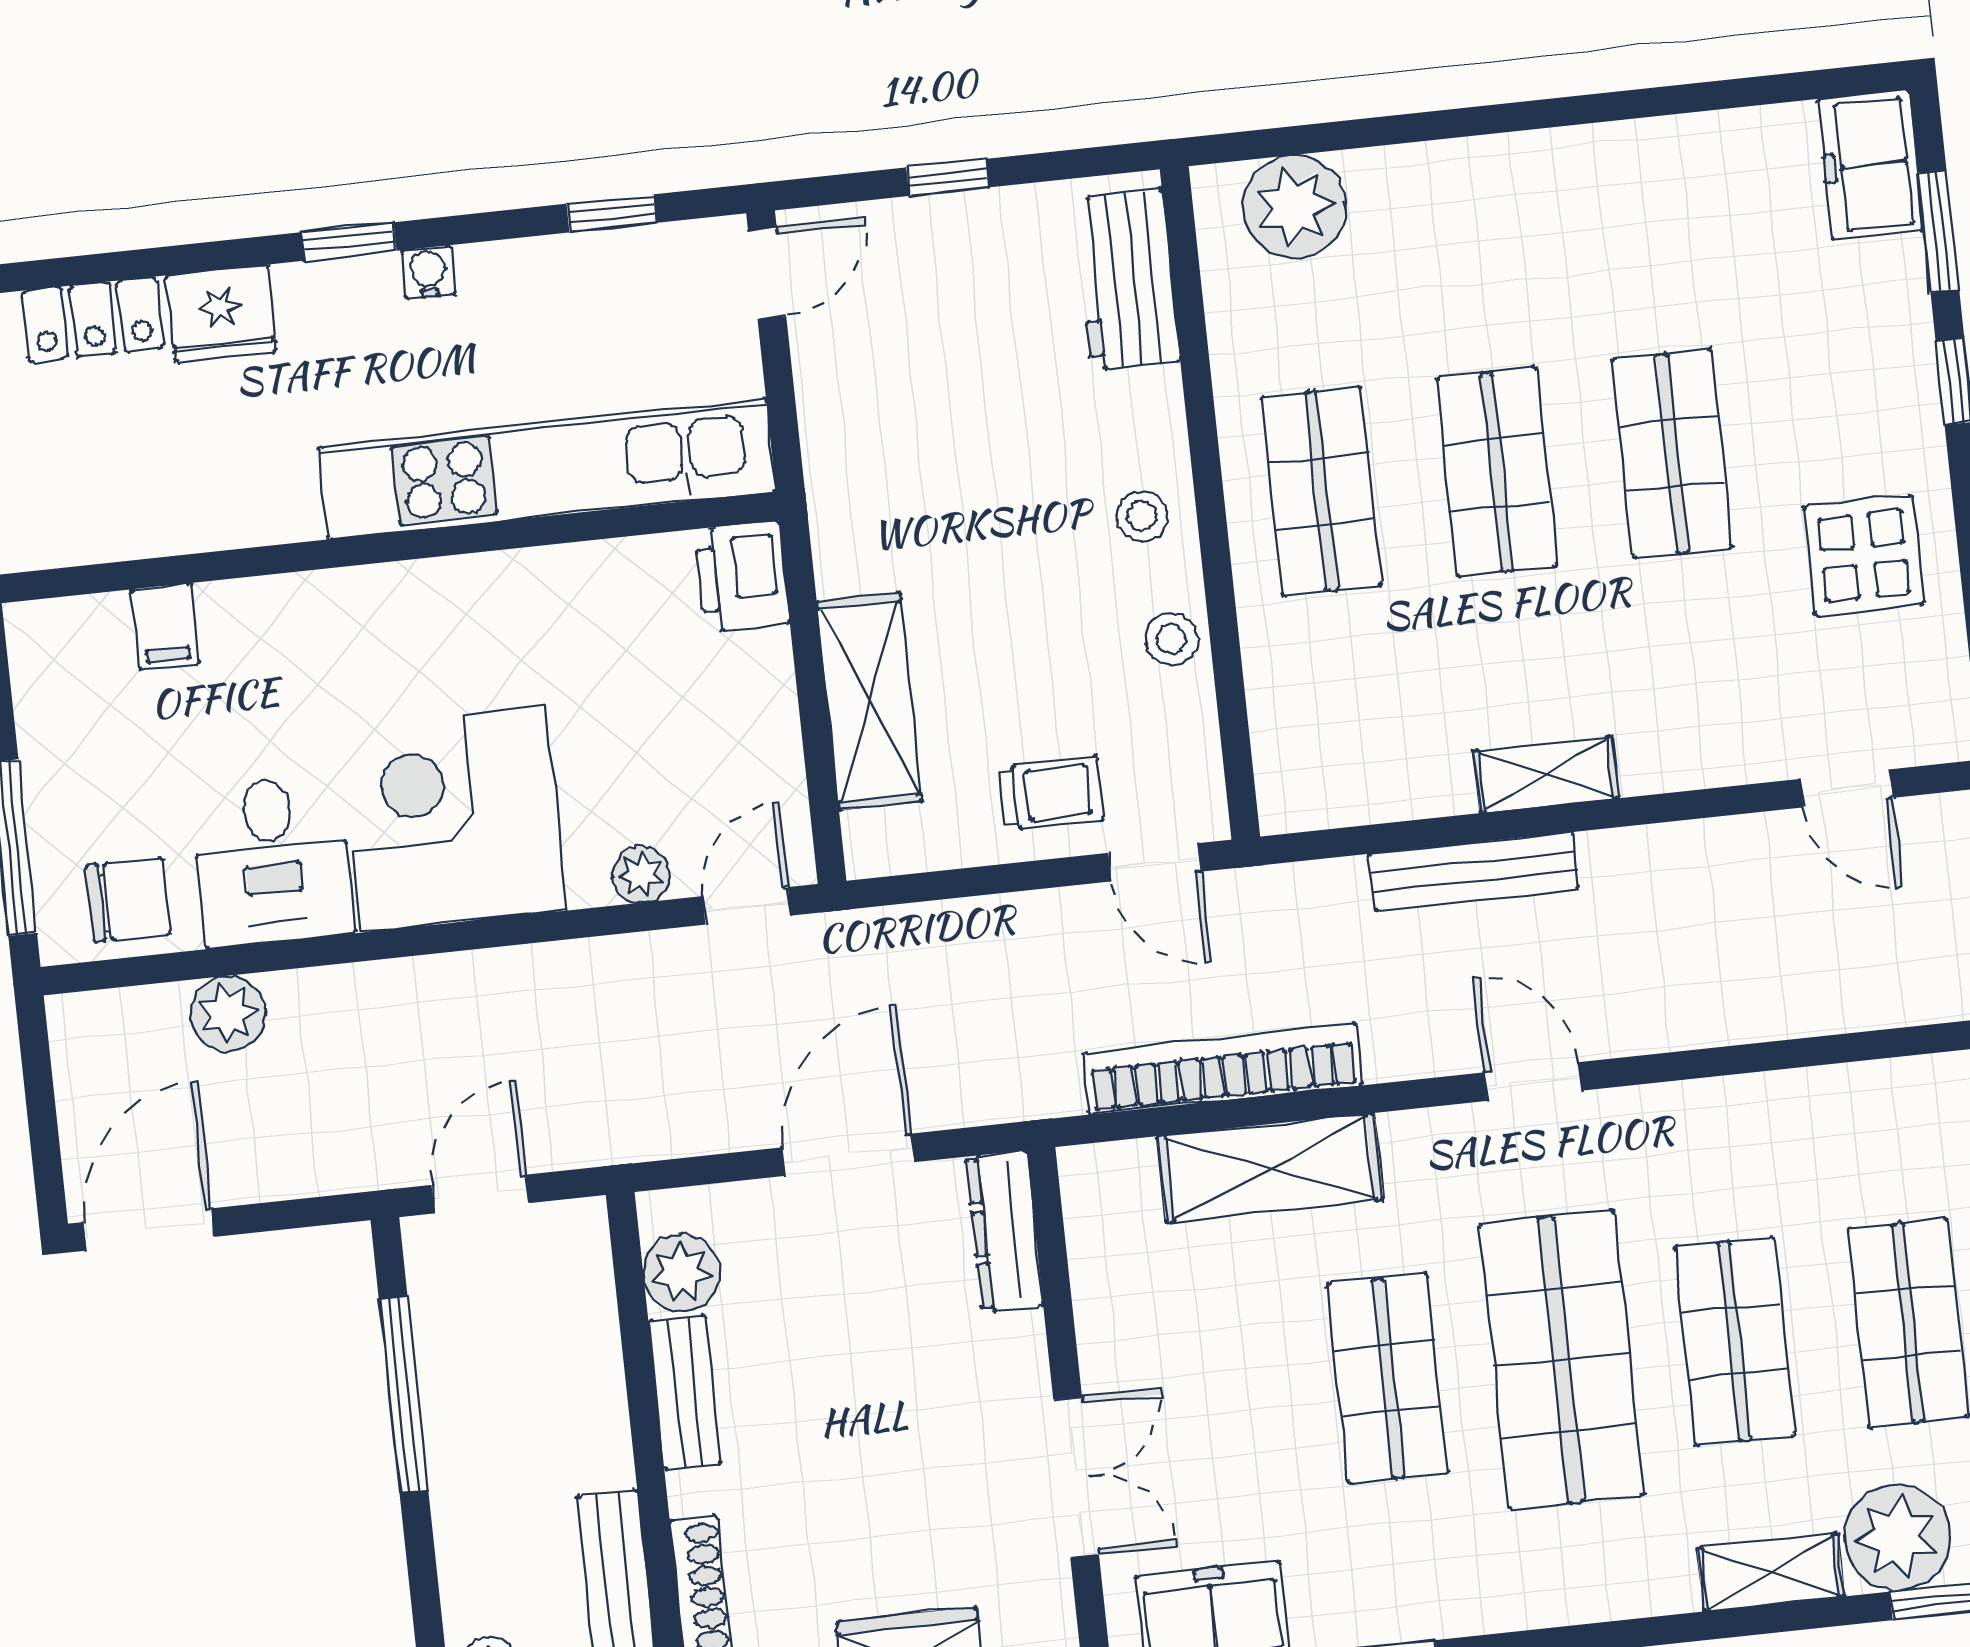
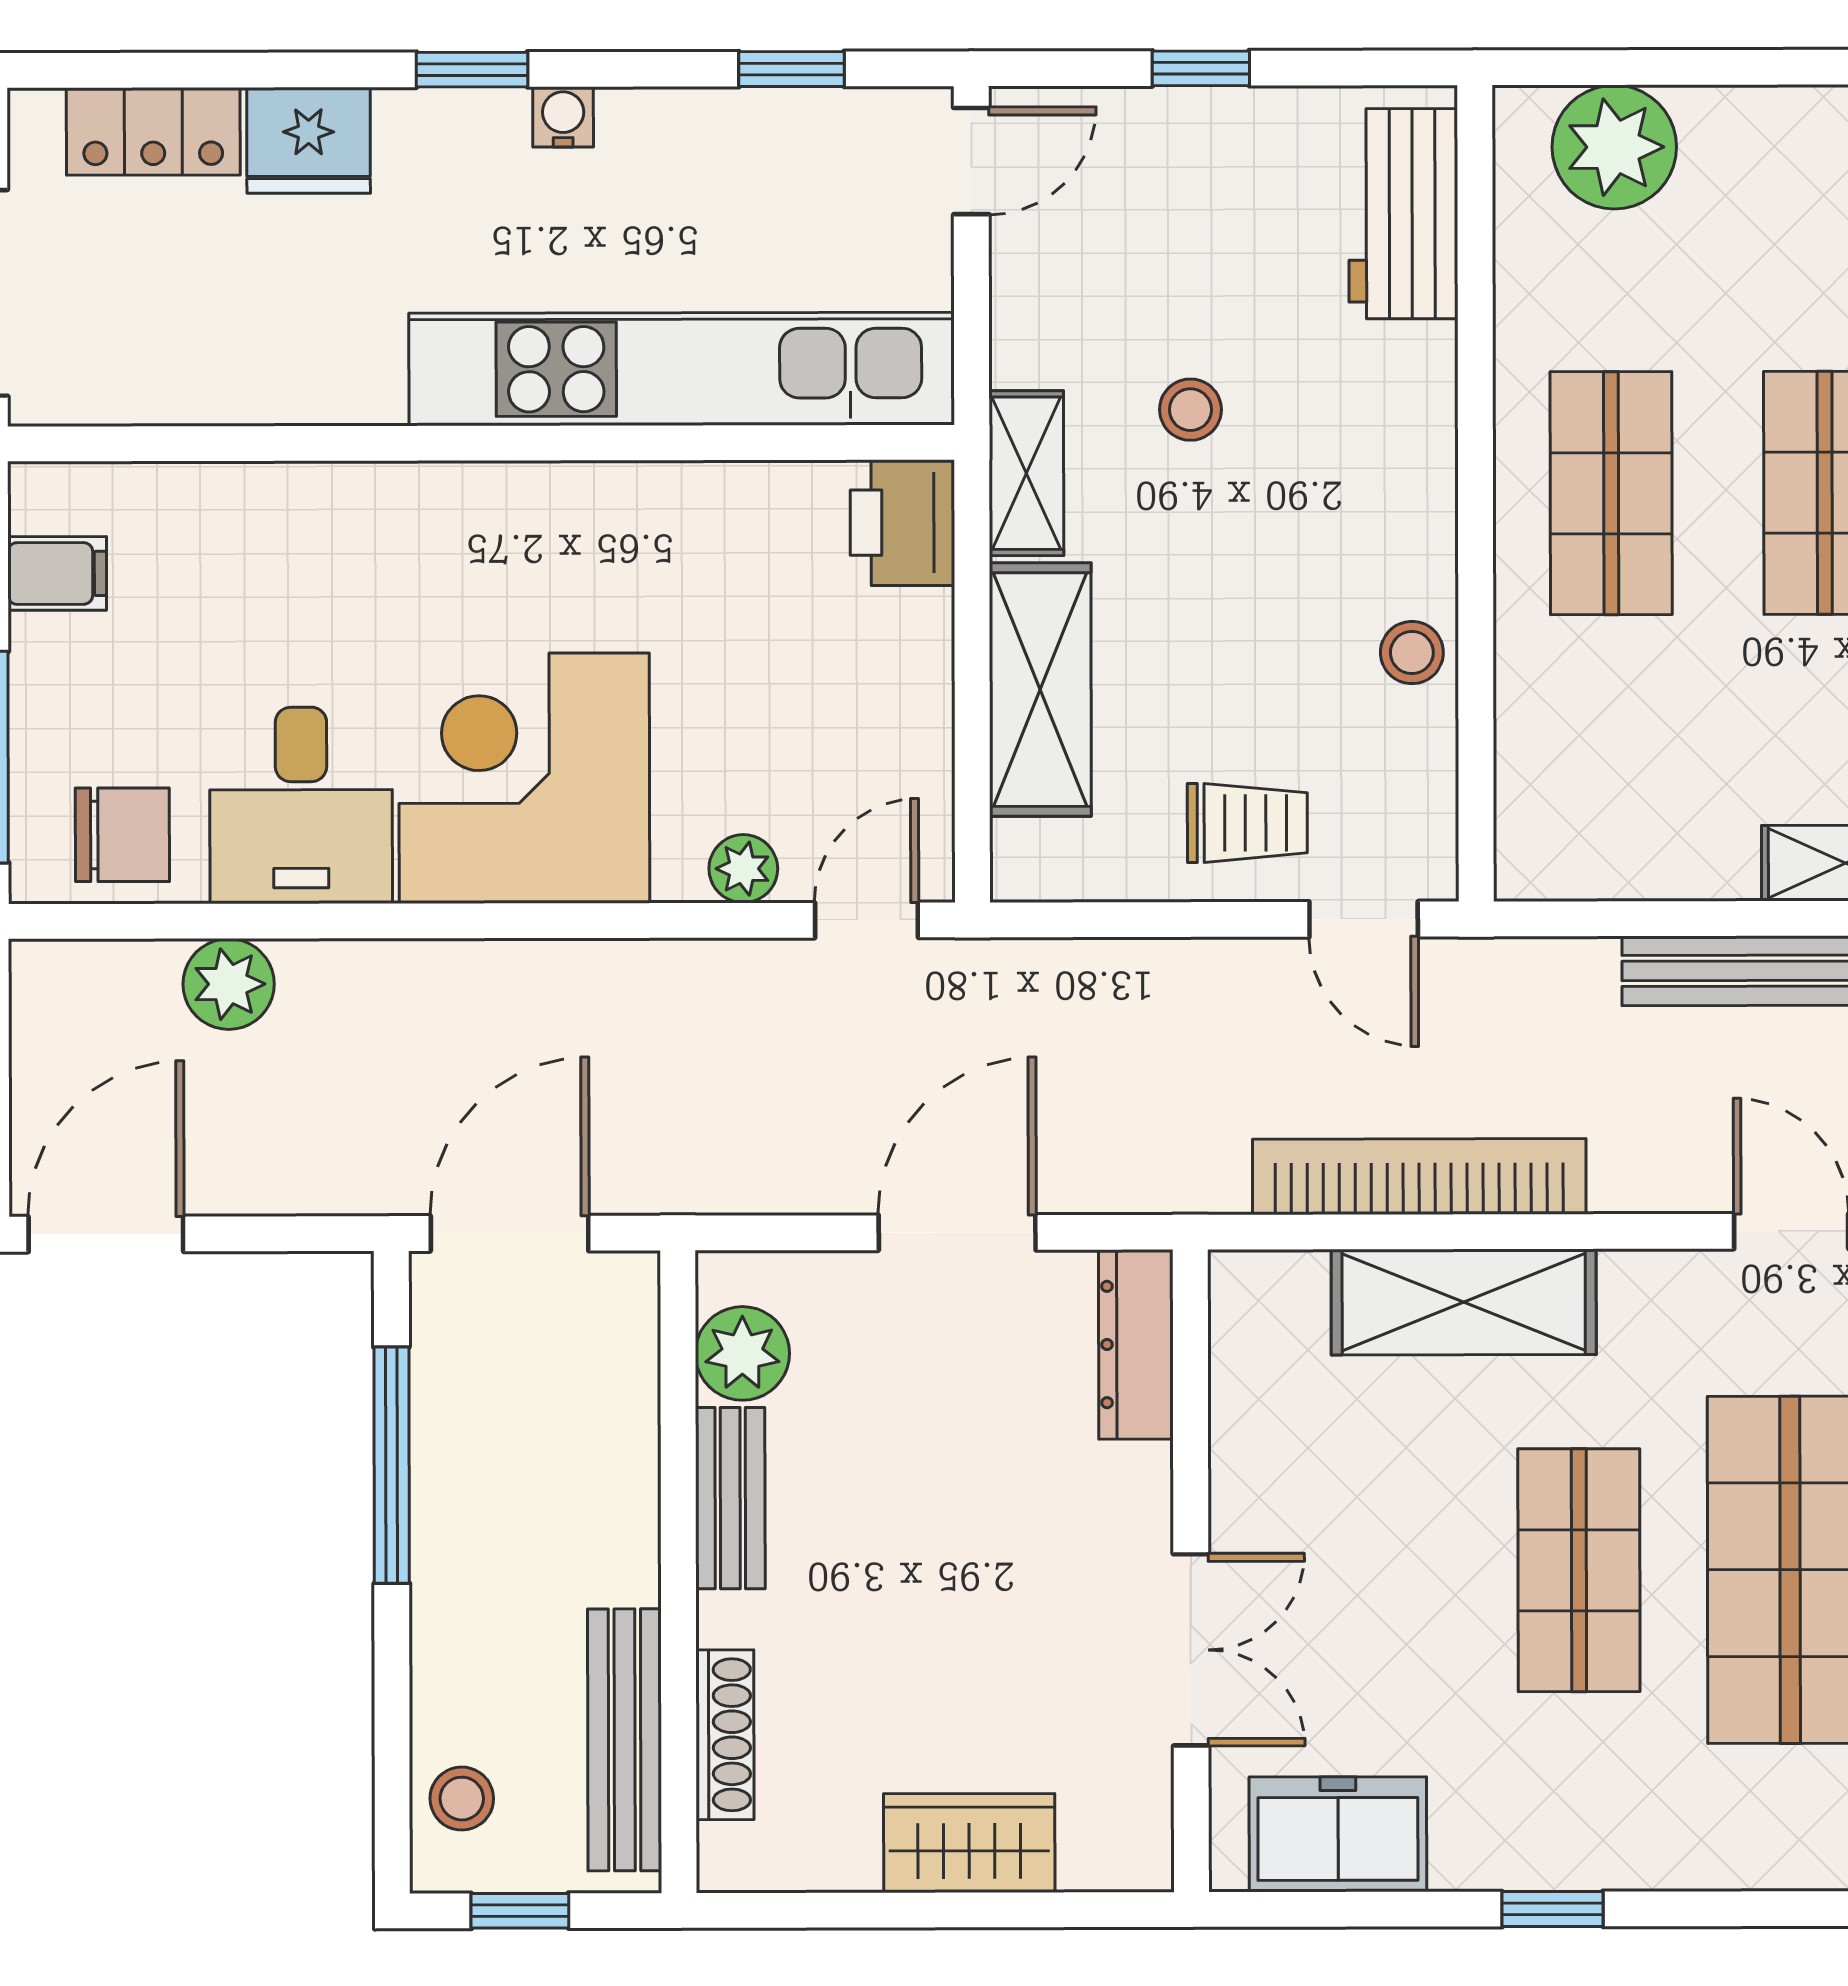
stool: (1142, 516) -> (1190, 410), moved
shelving: (839, 525) -> (1026, 473), added
filing cabinet: (165, 627) -> (57, 573), moved, turned -90
door: (480, 1194) -> (510, 1233), width x1.38

